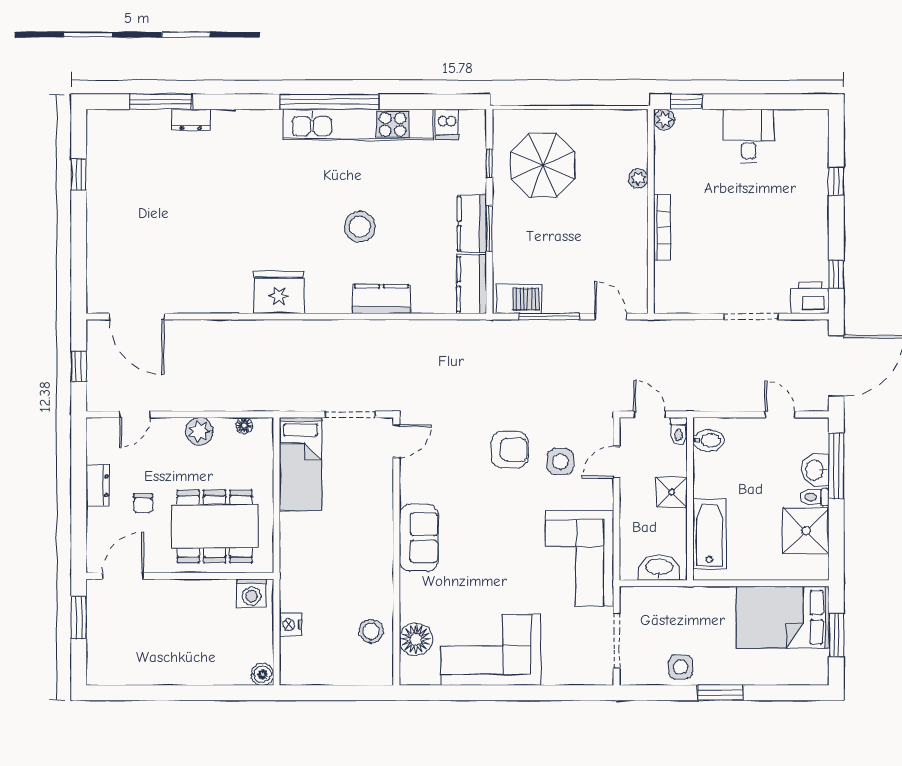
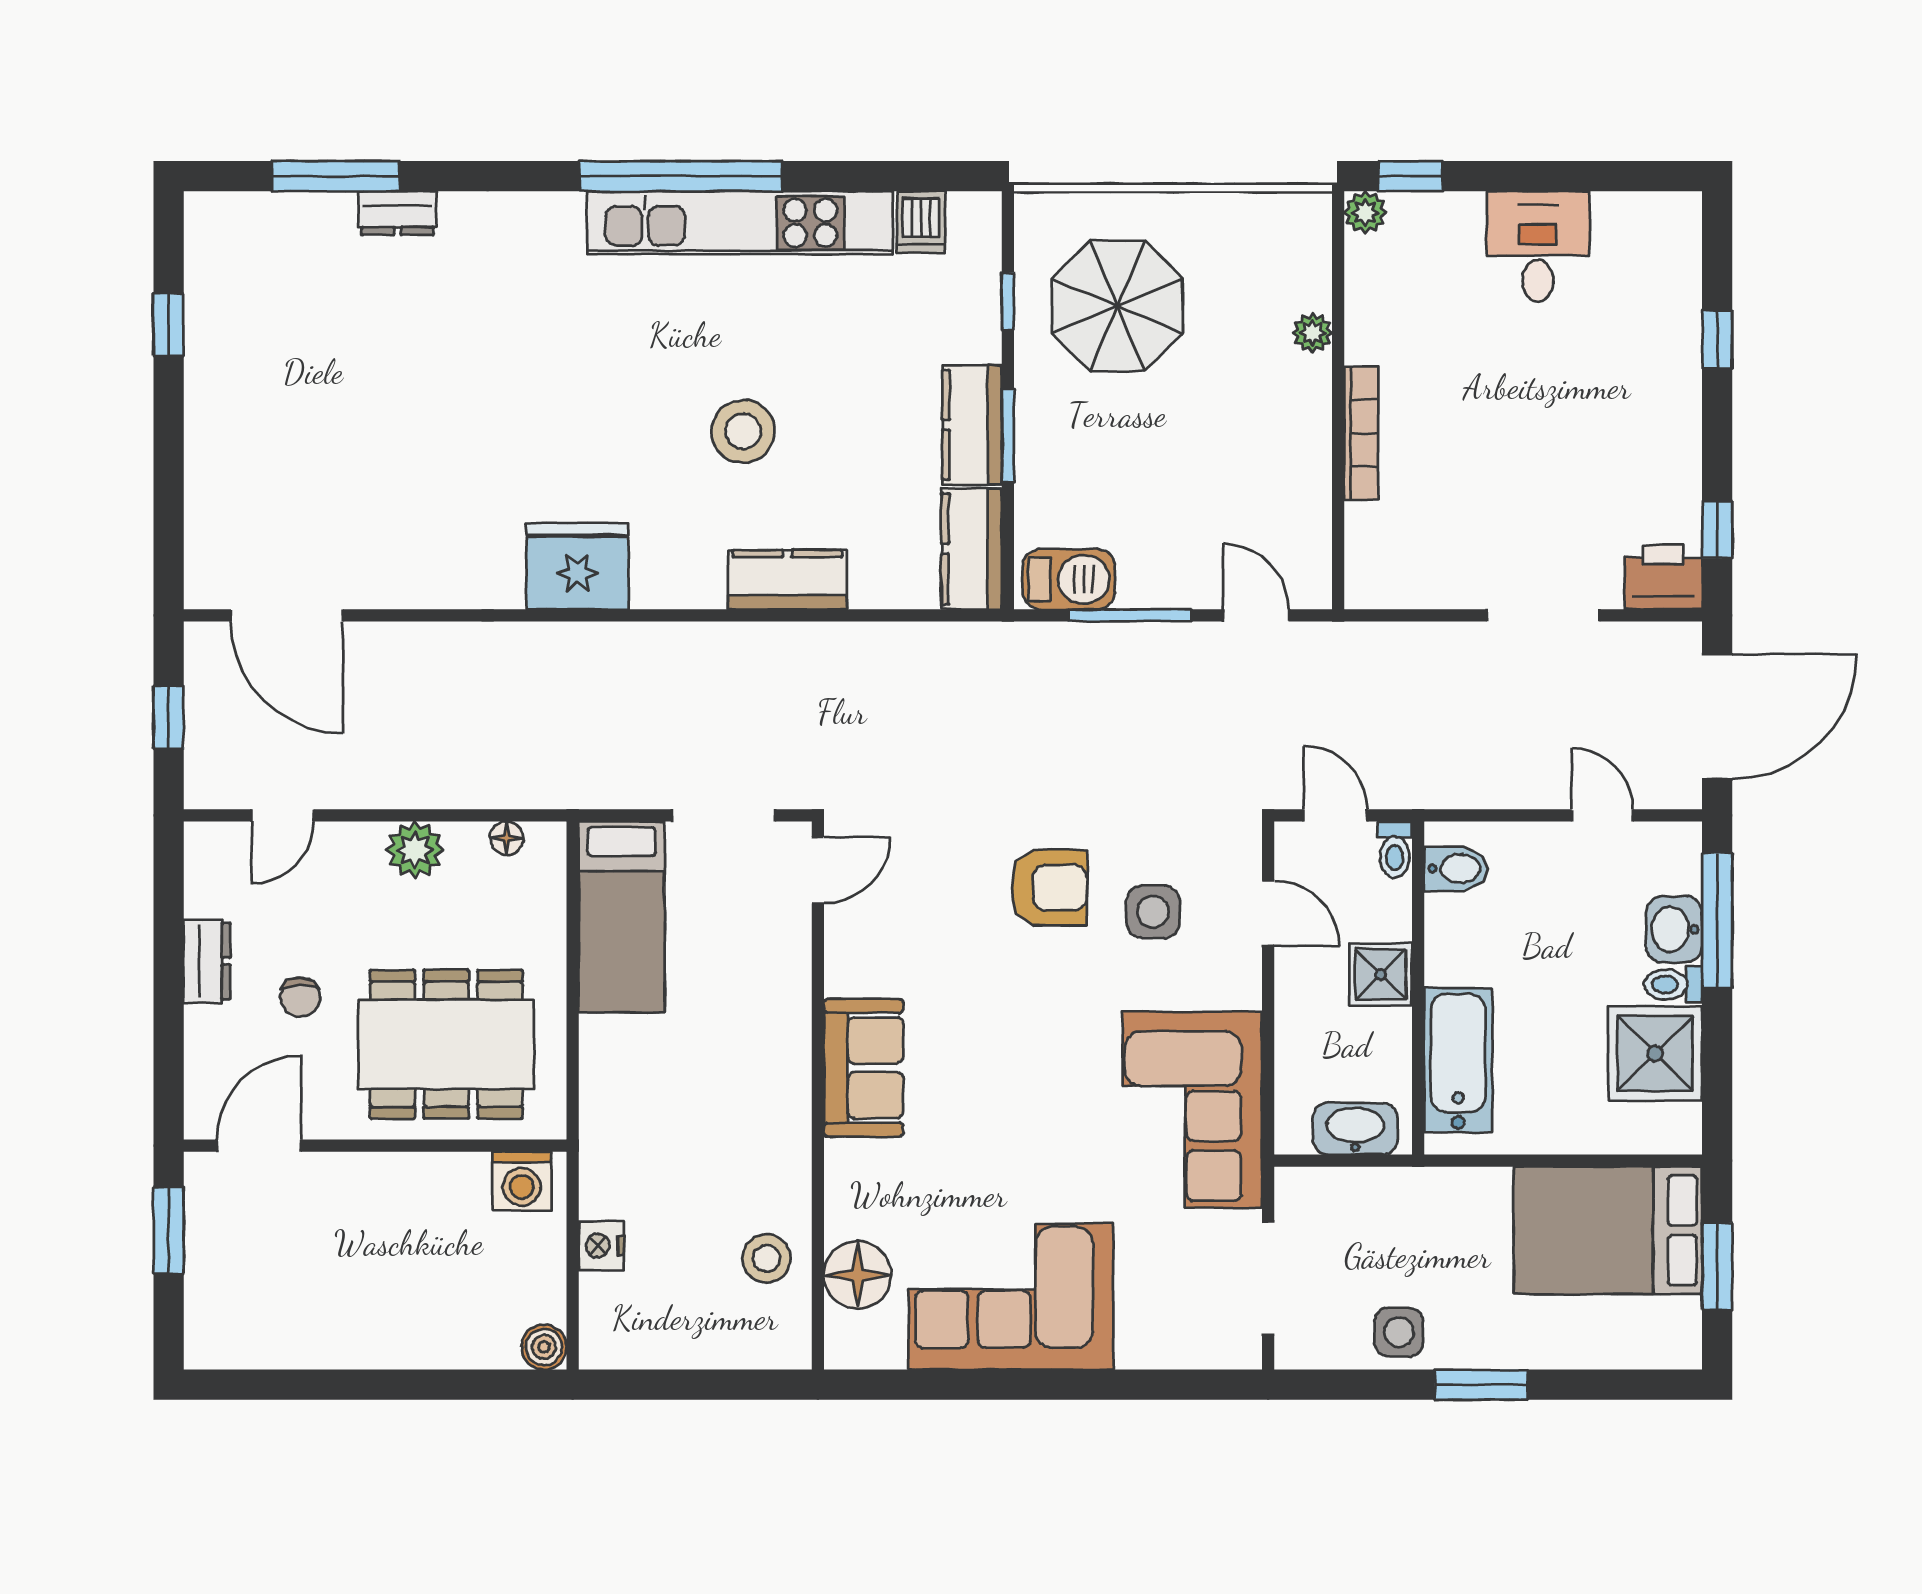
door: (617, 462) -> (1268, 913), swing flipped

